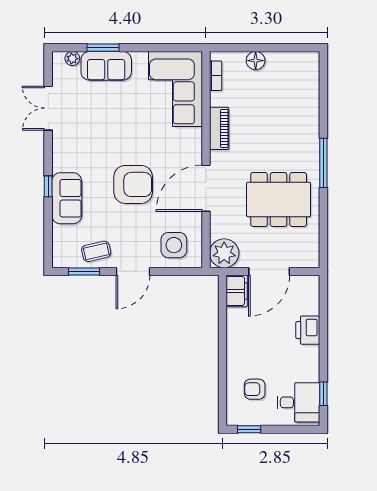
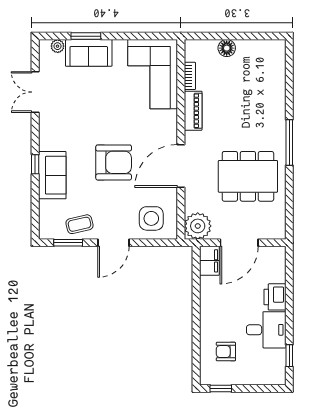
bookcase: (216, 76) -> (190, 76), moved
desk: (298, 402) -> (266, 330), moved

